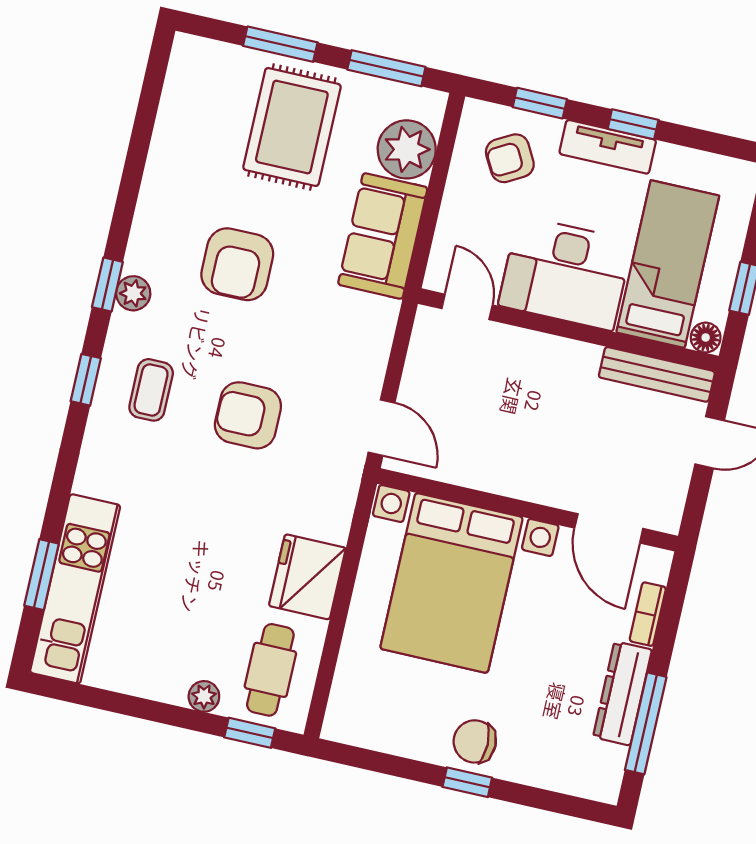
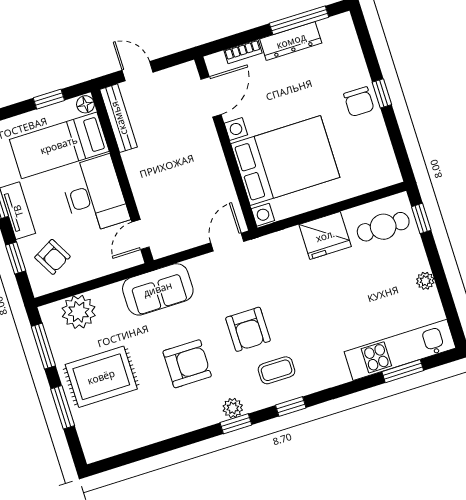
sofa: (383, 236) -> (158, 289), moved
armchair: (248, 415) -> (248, 329), moved
plant: (204, 696) -> (425, 281), moved

